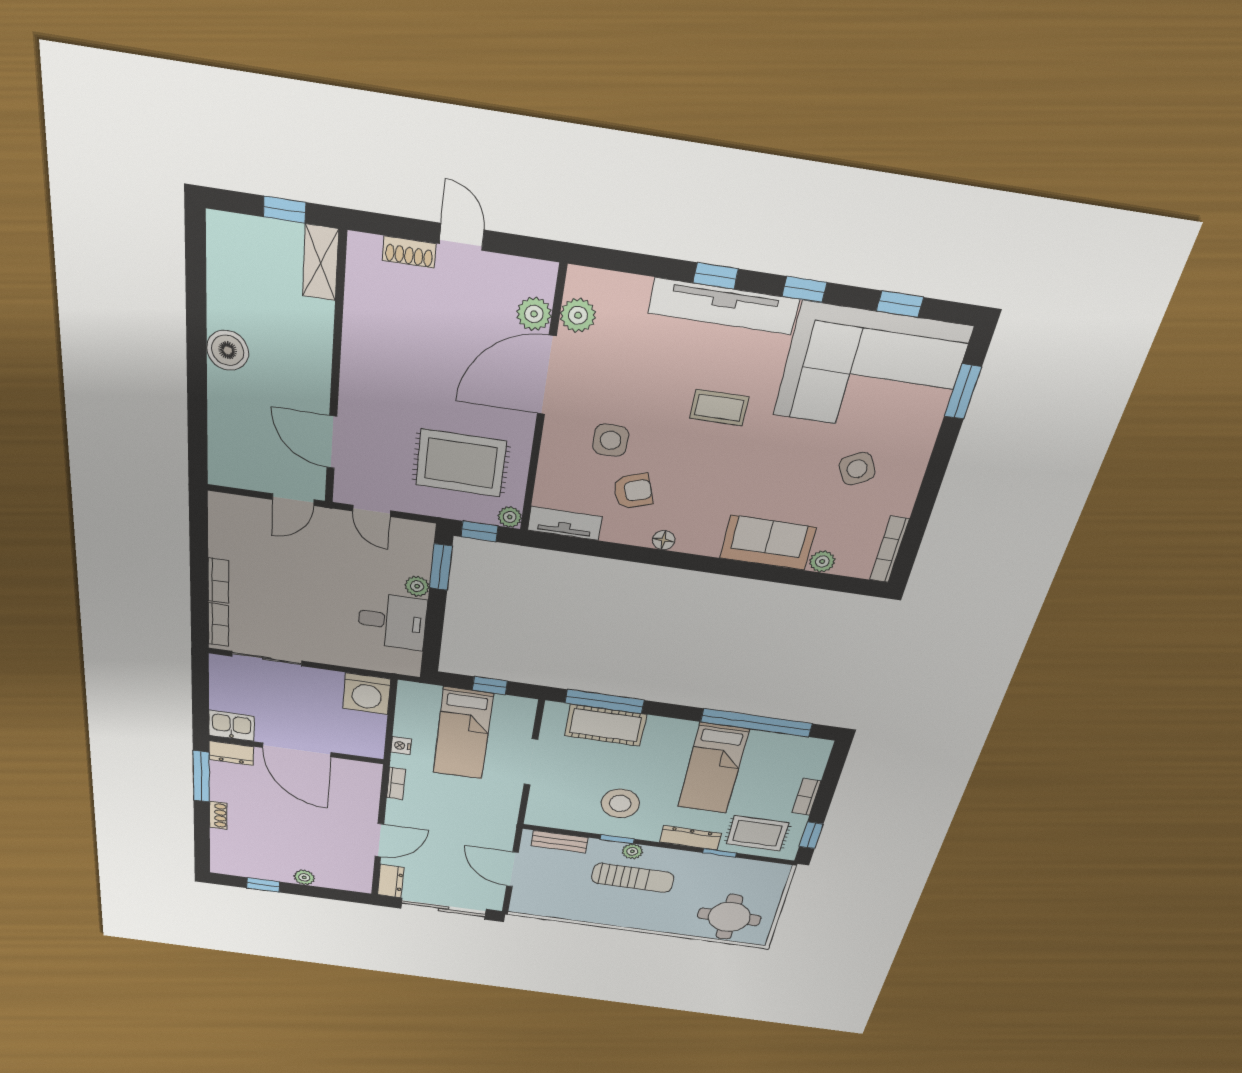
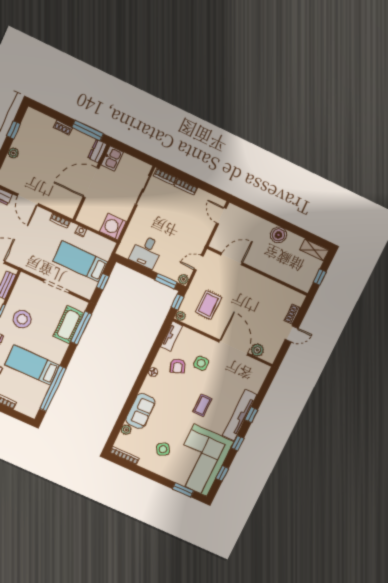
shelving: (320, 263) -> (314, 250), moved
plant: (578, 315) -> (252, 365), removed
rug: (461, 463) -> (208, 305), width x0.73, depth x0.70
door: (293, 500) -> (221, 216), moved
plant: (417, 586) -> (183, 279), moved

